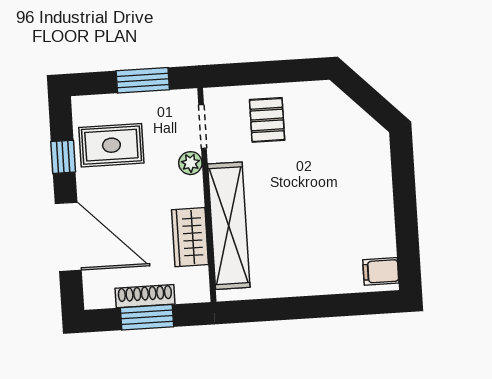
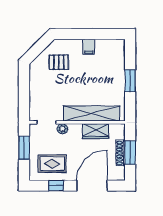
pallet: (267, 120) -> (59, 62), moved
rug: (111, 145) -> (52, 164), turned 90
filing cabinet: (381, 271) -> (89, 47), moved
window: (307, 307) -> (130, 81), added

